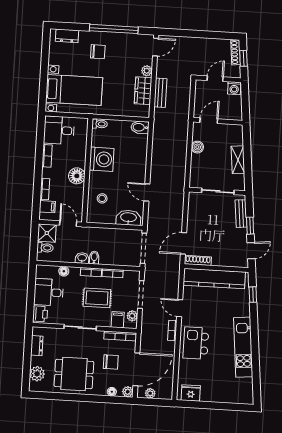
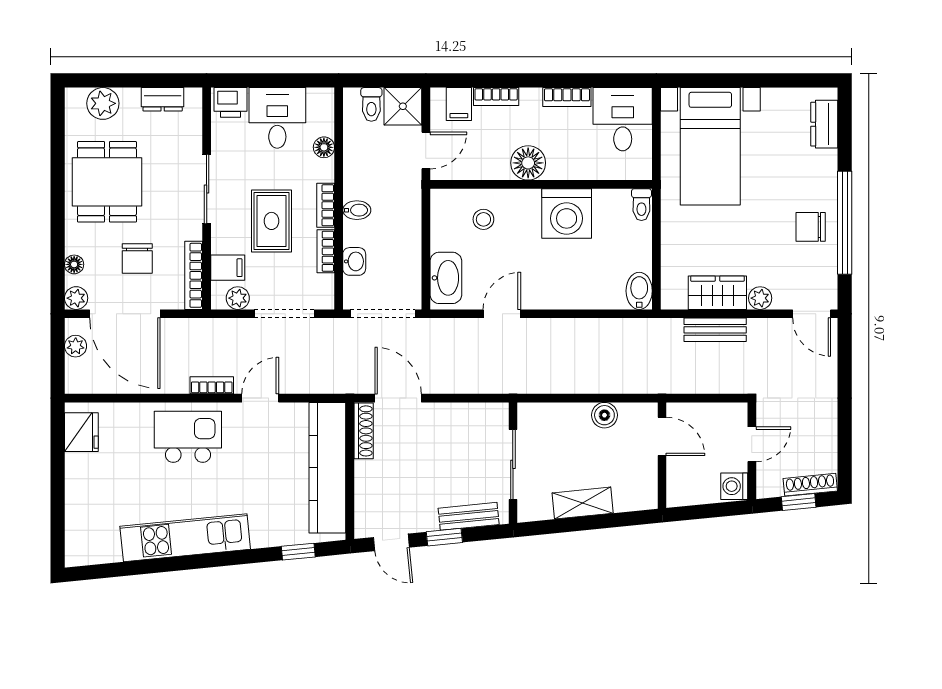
chair: (98, 52) -> (811, 227), moved, turned 90
door: (215, 79) -> (752, 444), hinge flipped
washbasin: (82, 258) -> (354, 261), moved

